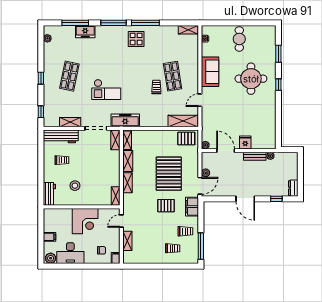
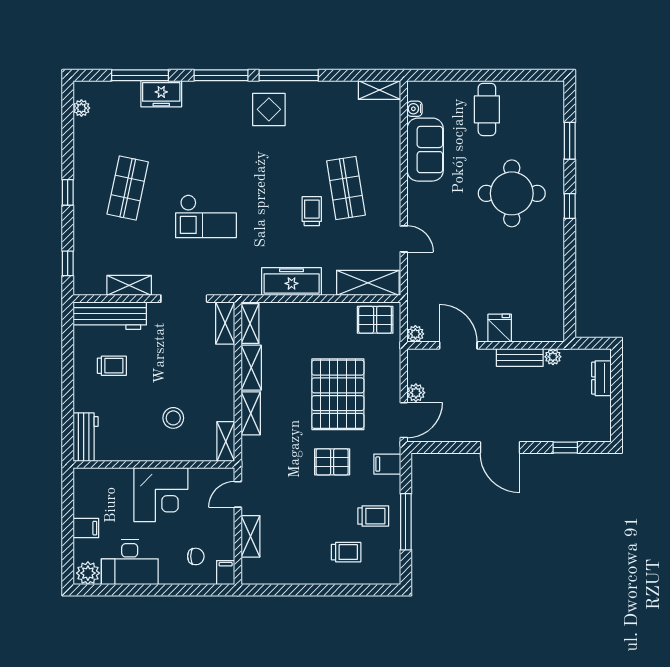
sofa: (210, 72) -> (425, 150), moved
door: (200, 100) -> (404, 239), swing flipped
freezer: (125, 120) -> (292, 282), moved
stool: (75, 186) -> (173, 418), moved
dresser: (293, 188) -> (601, 378), moved
filing cabinet: (192, 207) -> (387, 464), width x0.50
window: (201, 246) -> (406, 522), moved

